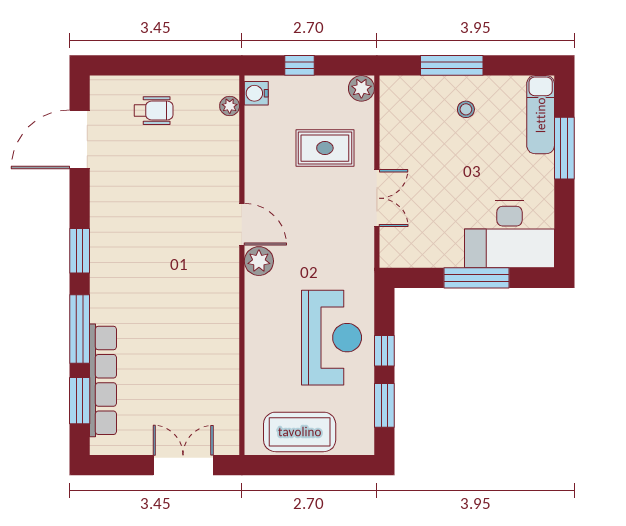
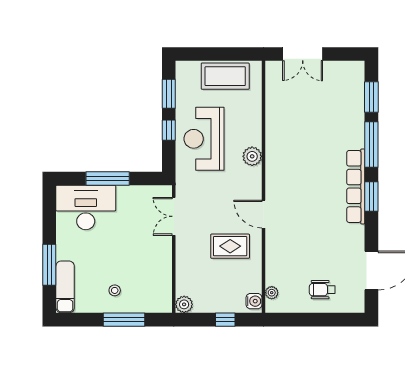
rug: (325, 148) -> (230, 246), moved
double door: (377, 198) -> (174, 216), moved
plant: (259, 261) -> (252, 156), moved
row of seats: (103, 380) -> (356, 186), moved

